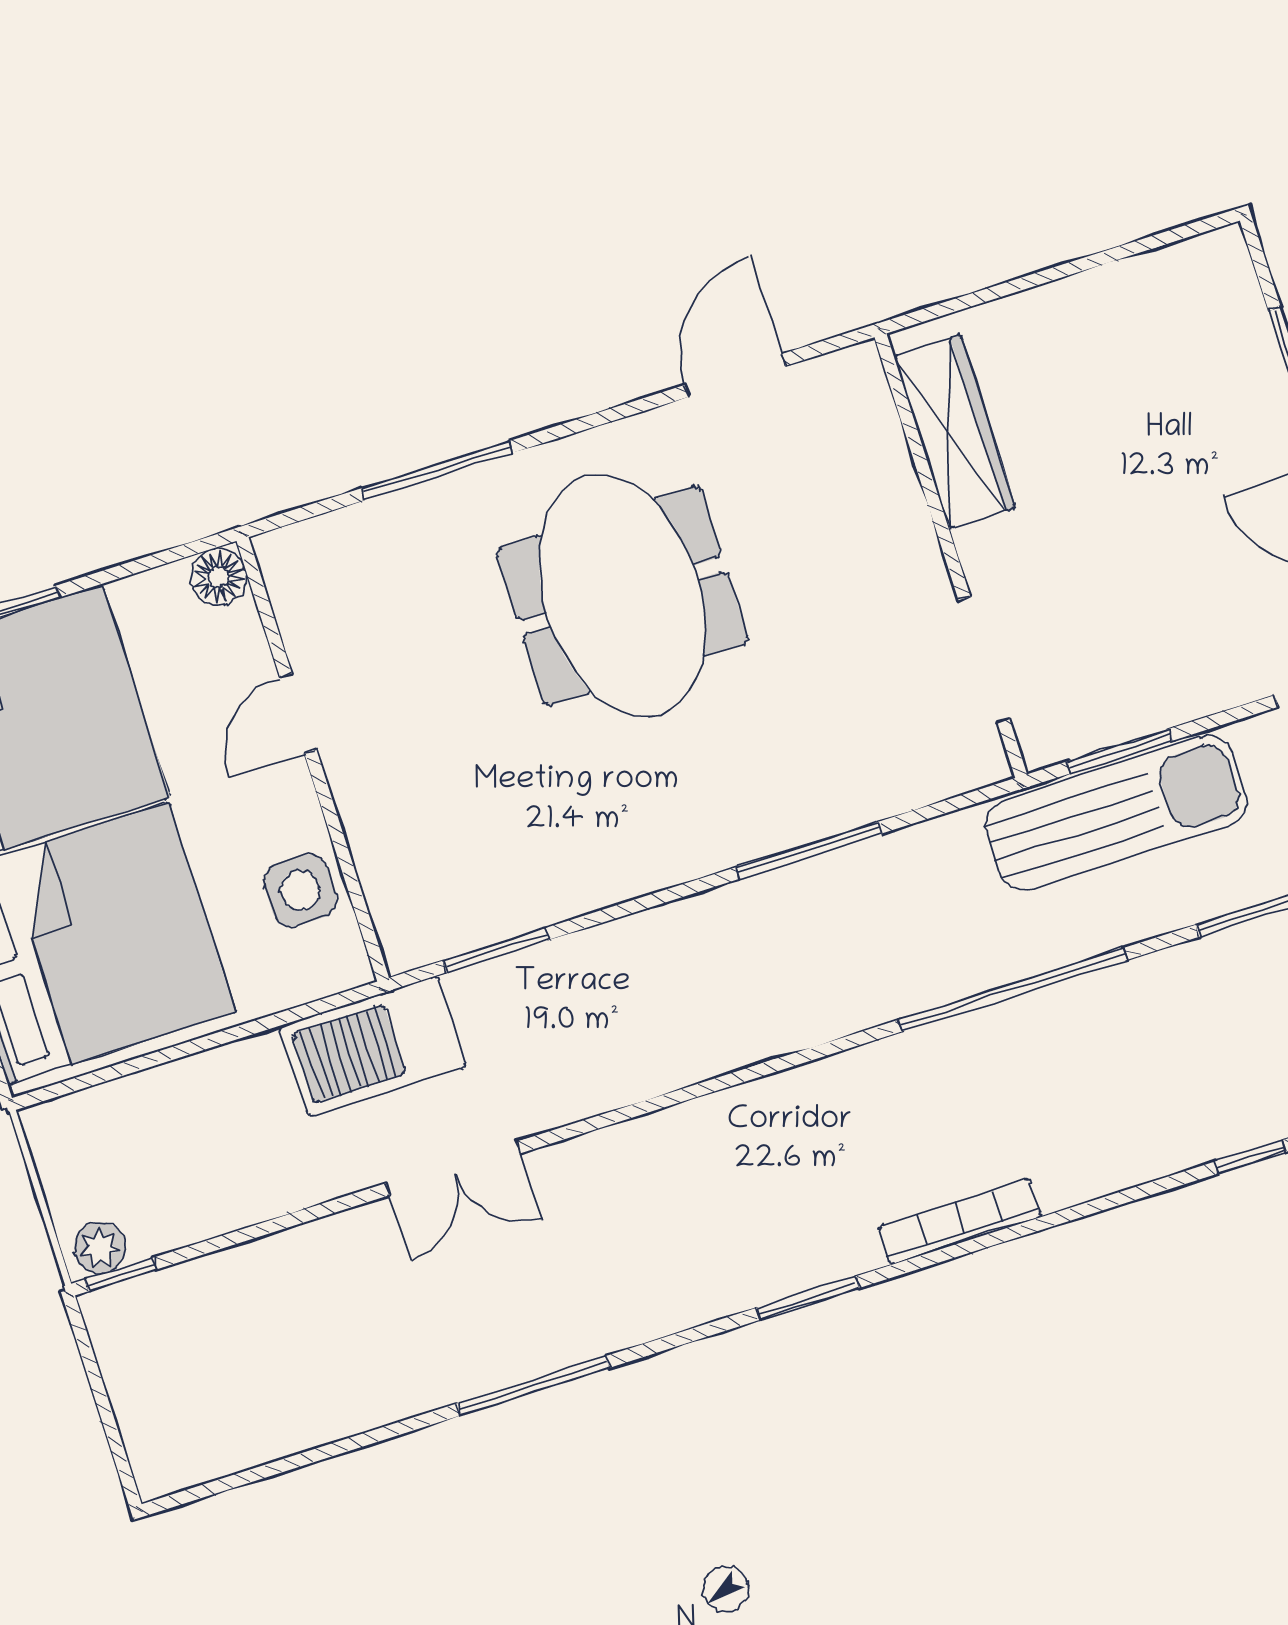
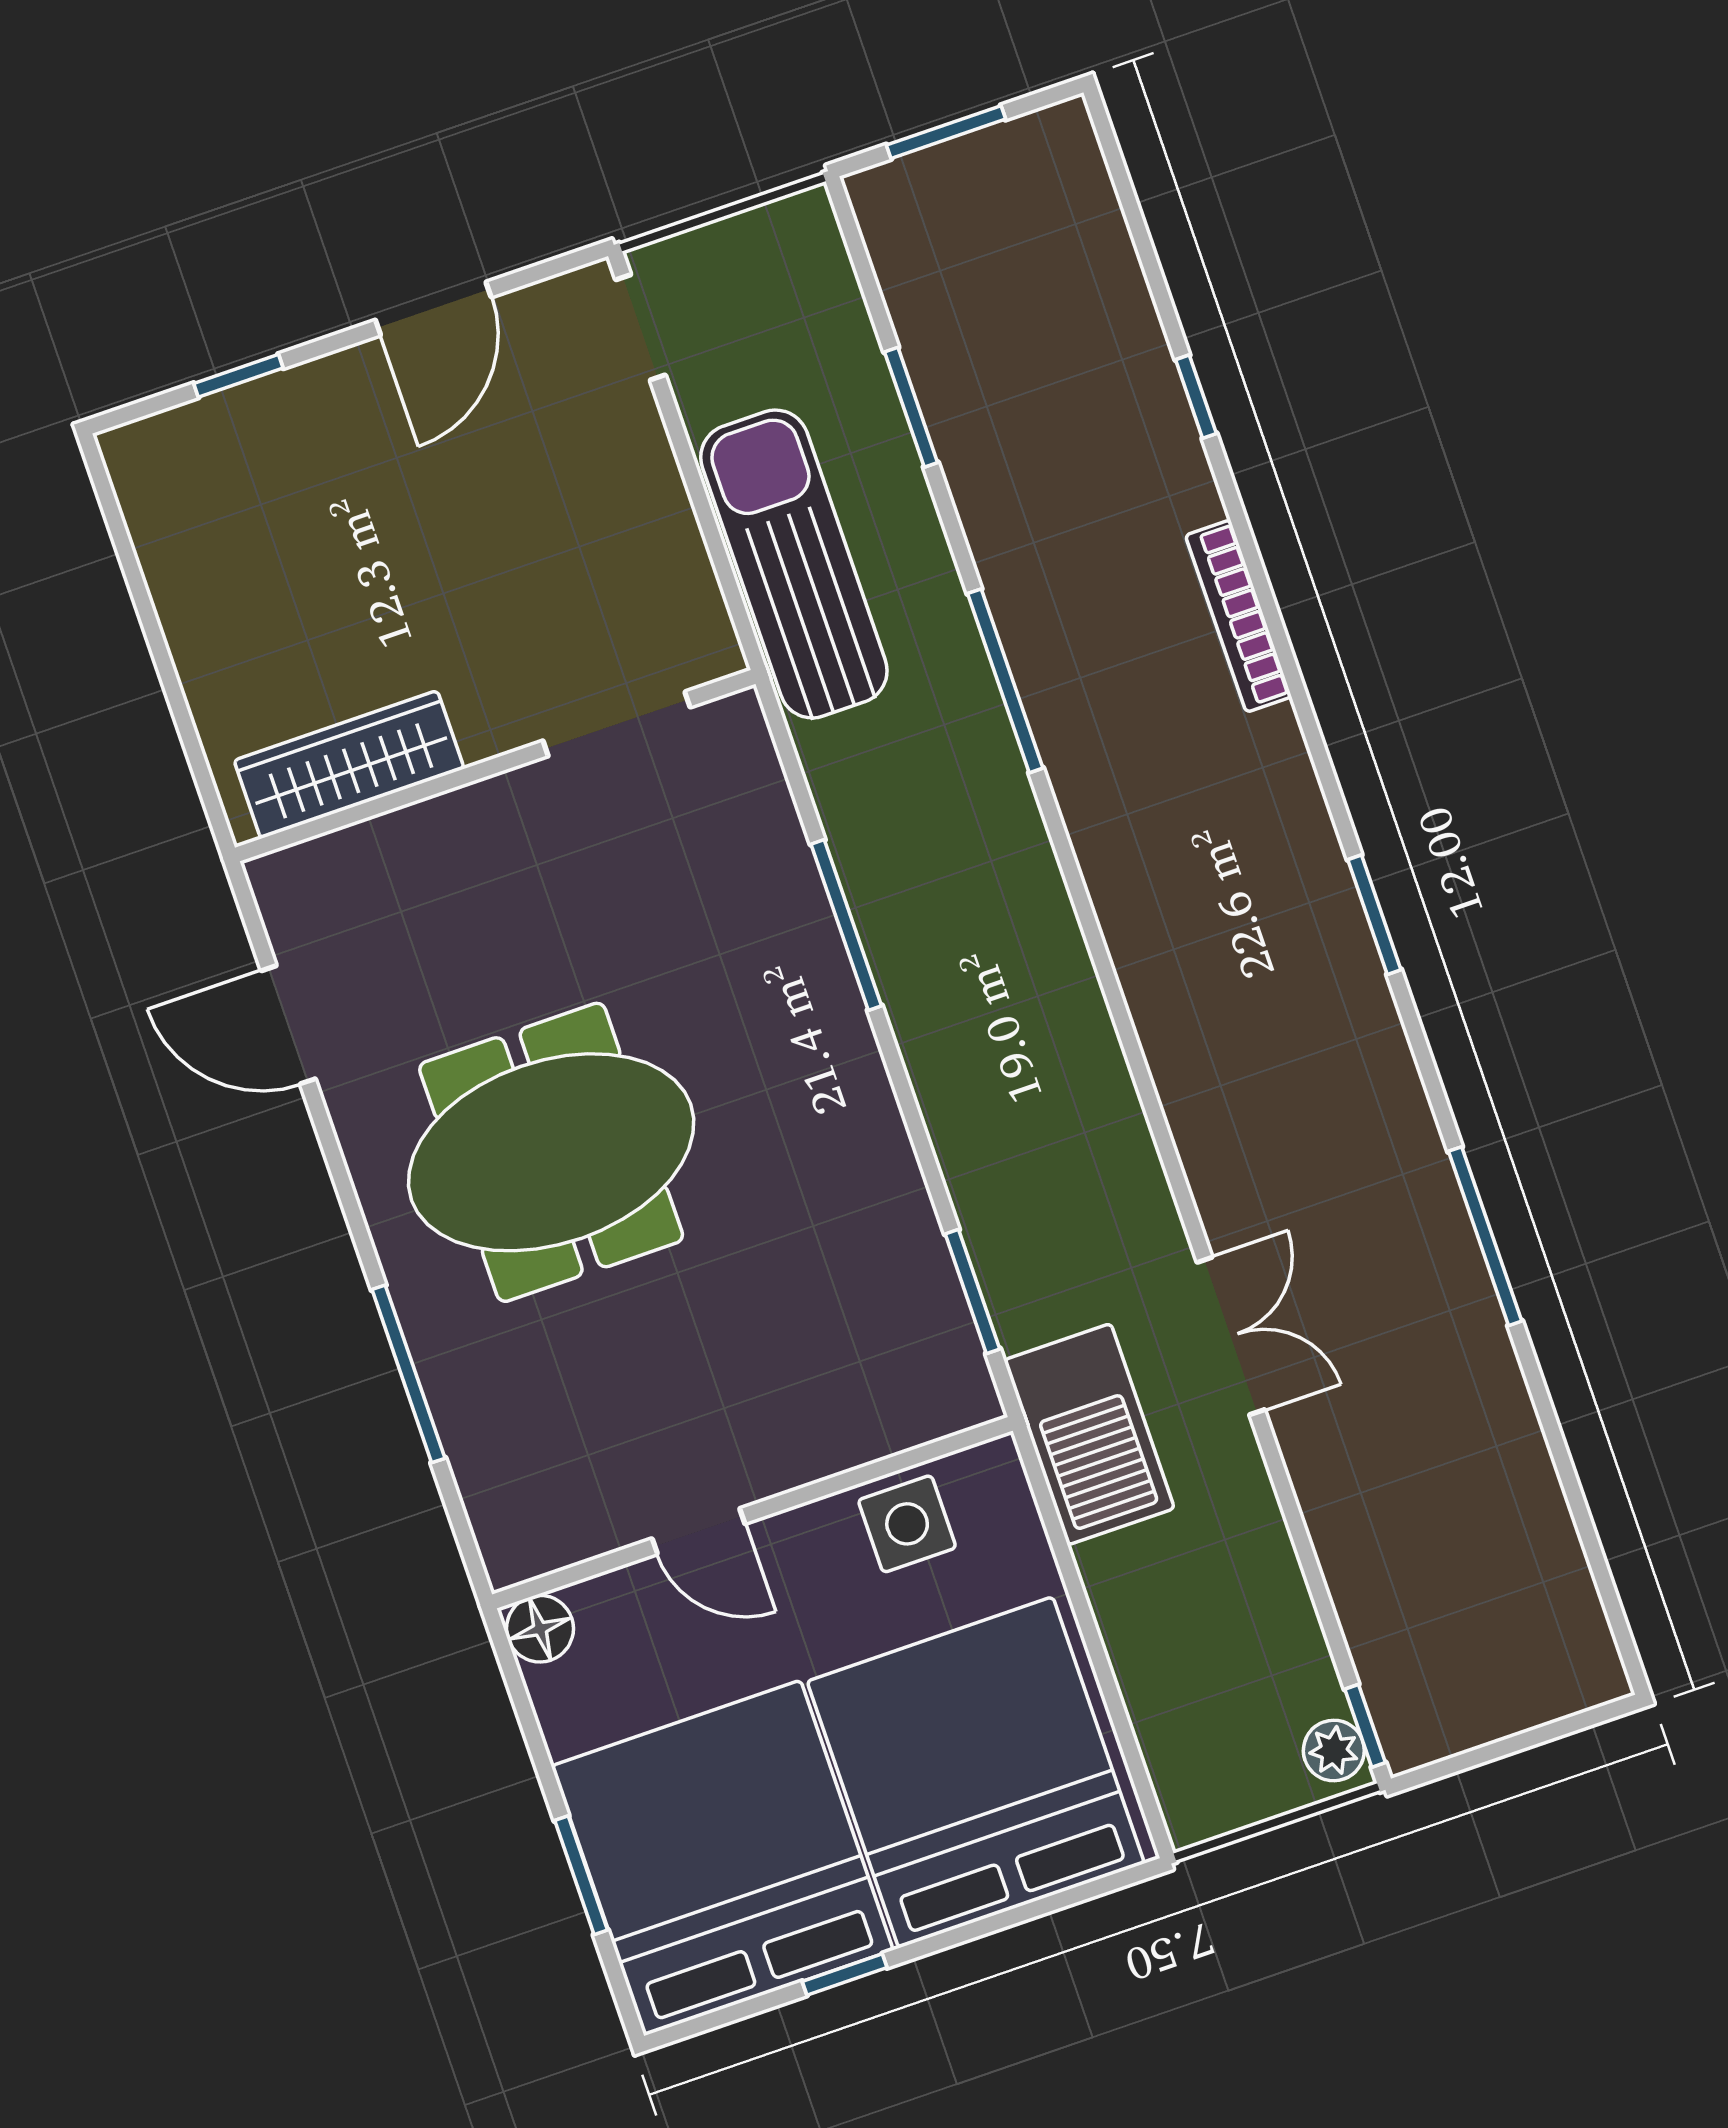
window: (1120, 751) -> (721, 561), removed
window: (1013, 990) -> (1005, 681), width x0.68
bookcase: (960, 1222) -> (1238, 616), moved

